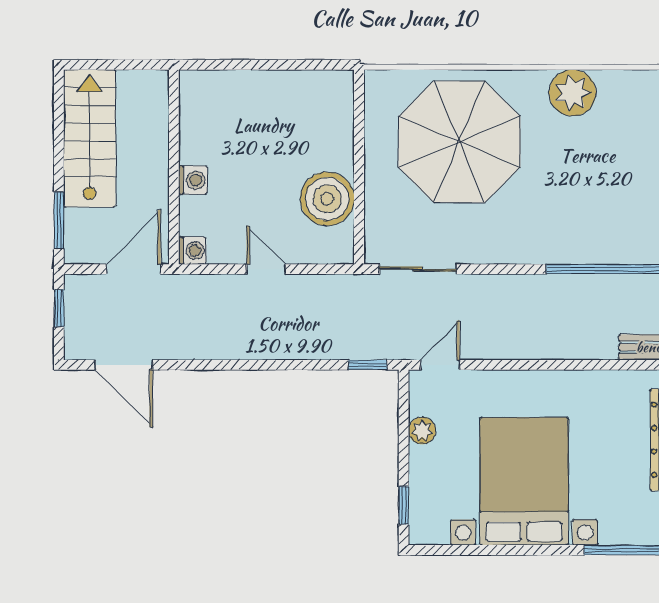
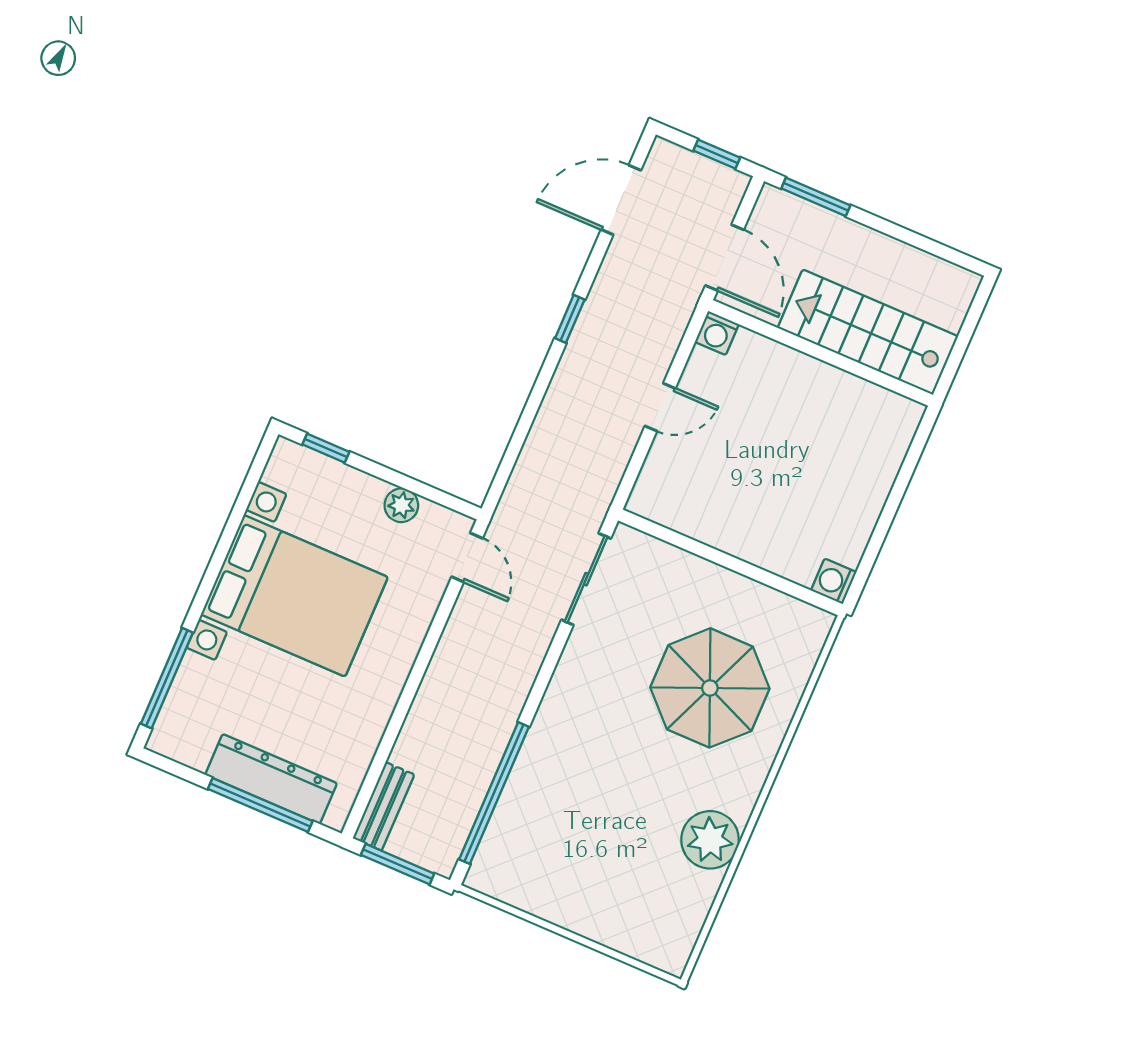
stairs: (90, 138) -> (868, 332), moved, turned 180
parasol: (459, 142) -> (710, 688), width x0.73, depth x0.73
washing machine: (193, 180) -> (834, 581), moved, turned 90
boiler: (327, 199) -> (710, 511), removed
window: (368, 365) -> (570, 319), moved

